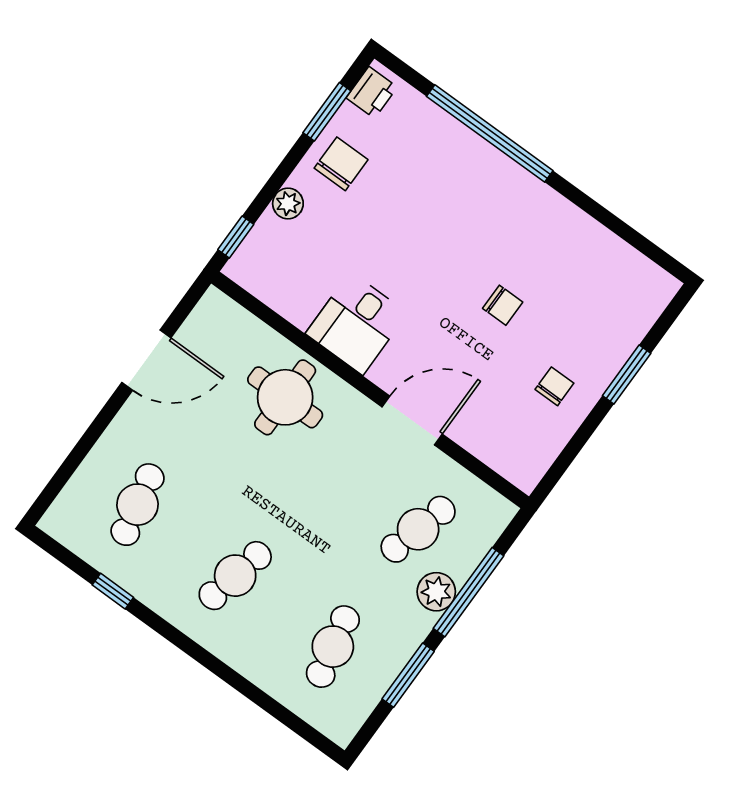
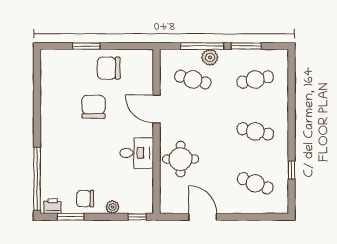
window: (490, 133) -> (37, 179), moved
chair: (503, 305) -> (94, 107), width x1.87, depth x1.87
chair: (554, 386) -> (109, 68), width x1.87, depth x1.87
cafe table: (137, 505) -> (255, 183), turned 33

